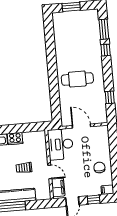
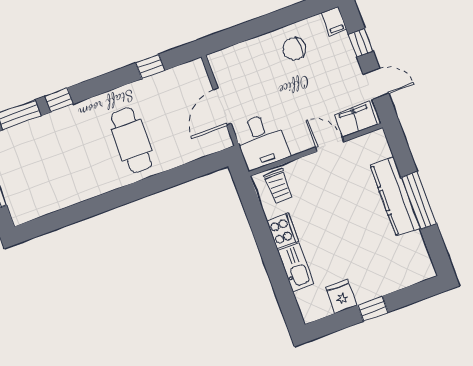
desk: (60, 144) -> (261, 141), width x0.73
trolley: (24, 168) -> (278, 186), moved
door: (50, 172) -> (330, 144), hinge flipped

